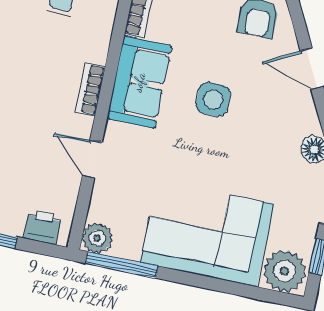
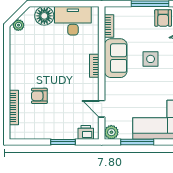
door: (92, 159) -> (102, 109), moved
window: (122, 265) -> (137, 142), moved

